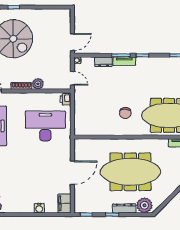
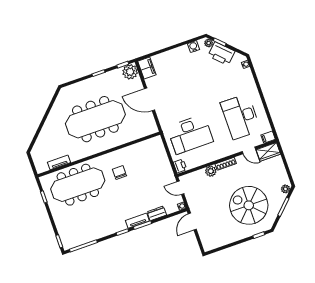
door: (72, 173) -> (149, 99), hinge flipped
plant: (144, 205) -> (130, 72), moved
water cooler: (39, 208) -> (193, 47), moved
dresser: (124, 208) -> (89, 83), removed

